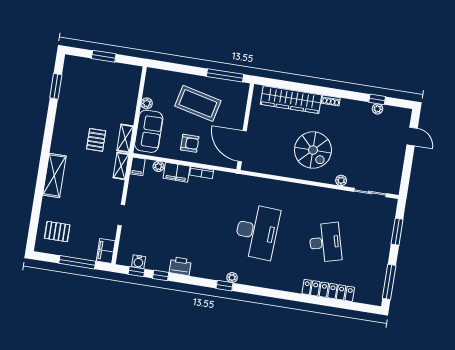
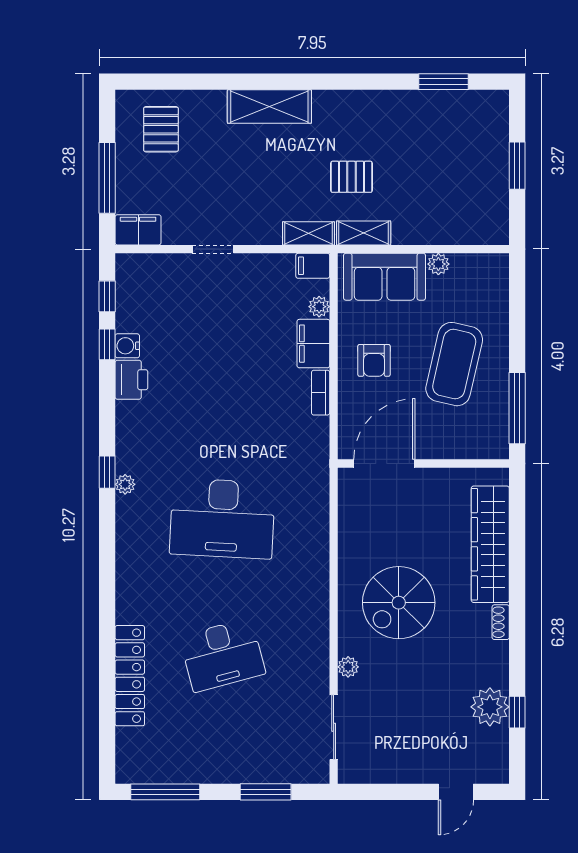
plant: (377, 109) -> (490, 707), width x1.88, depth x1.88
water cooler: (139, 262) -> (127, 346), moved

